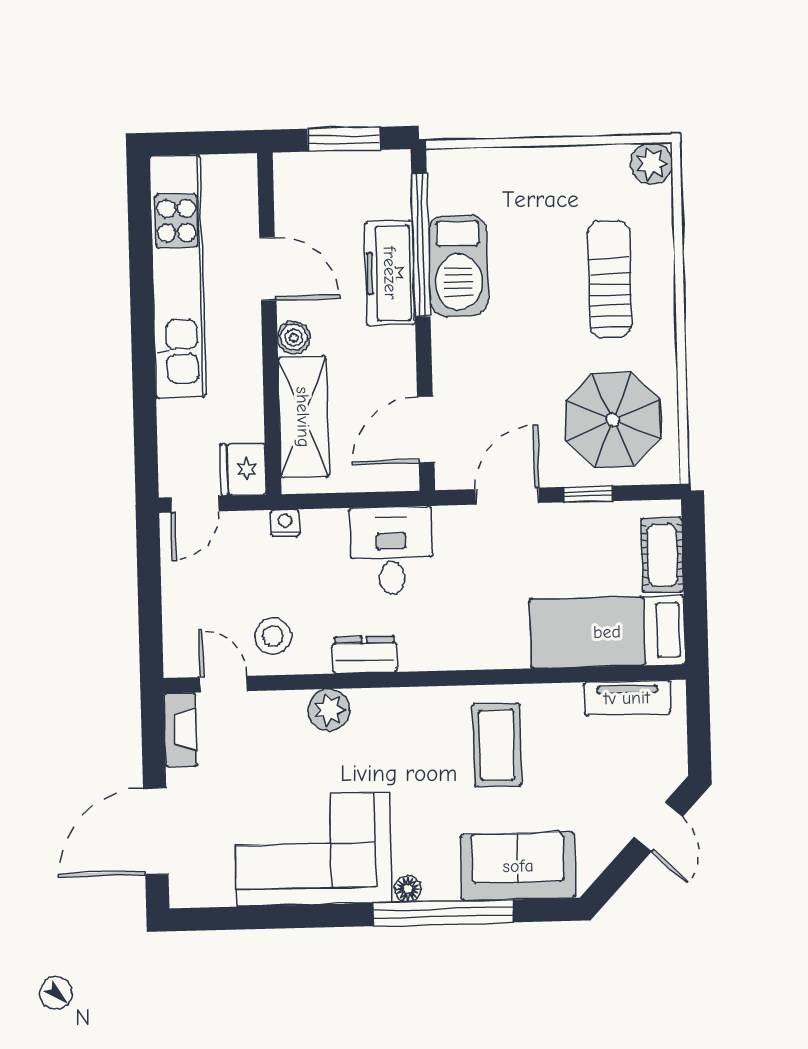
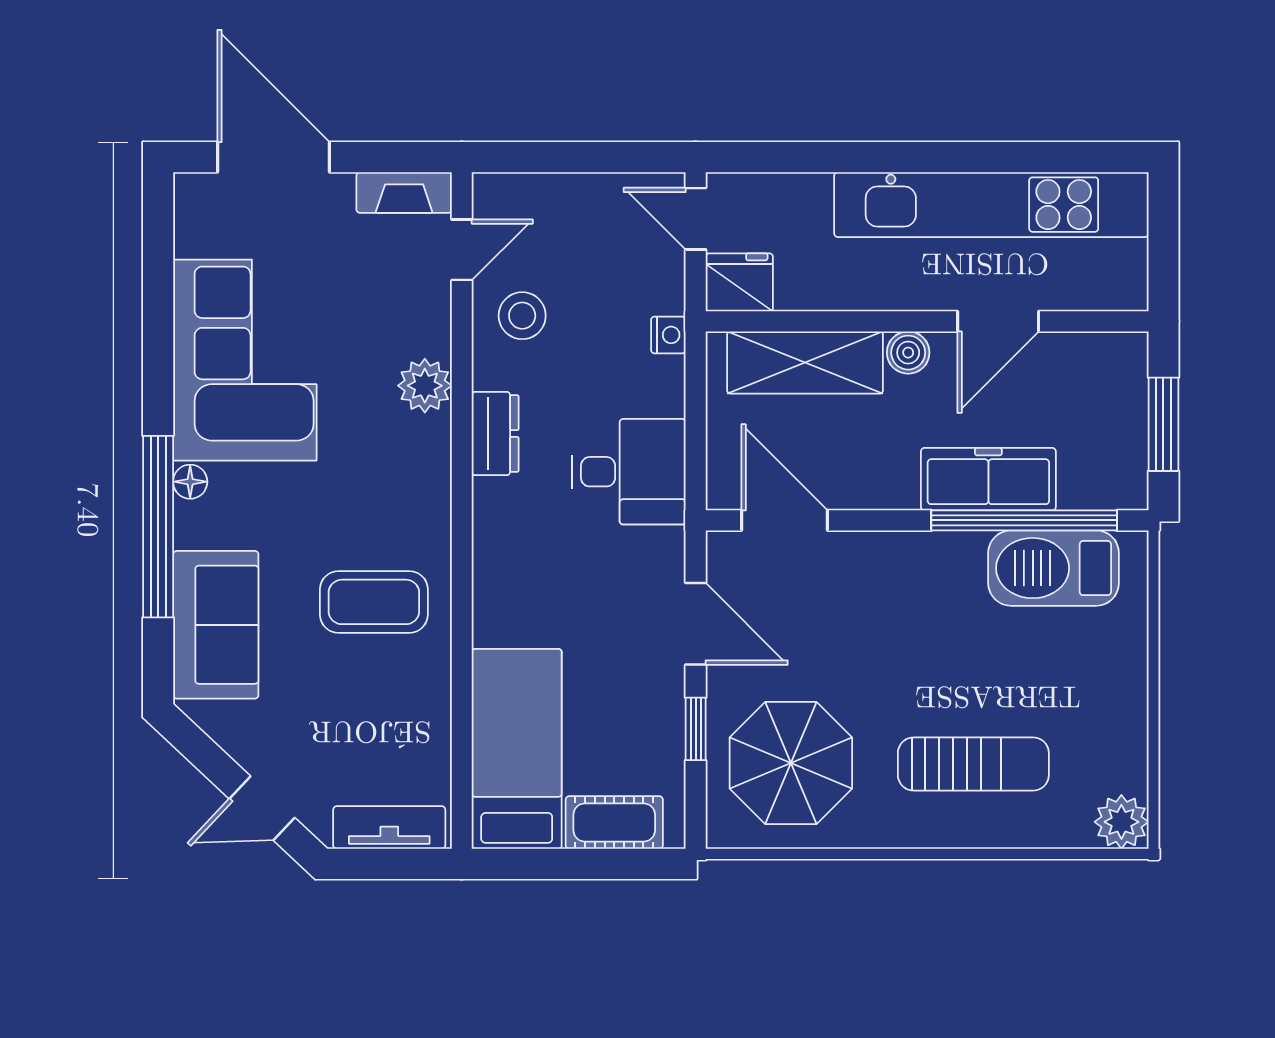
barbecue: (458, 266) -> (1054, 568), moved
tv unit: (627, 698) -> (389, 828), moved, turned 90

